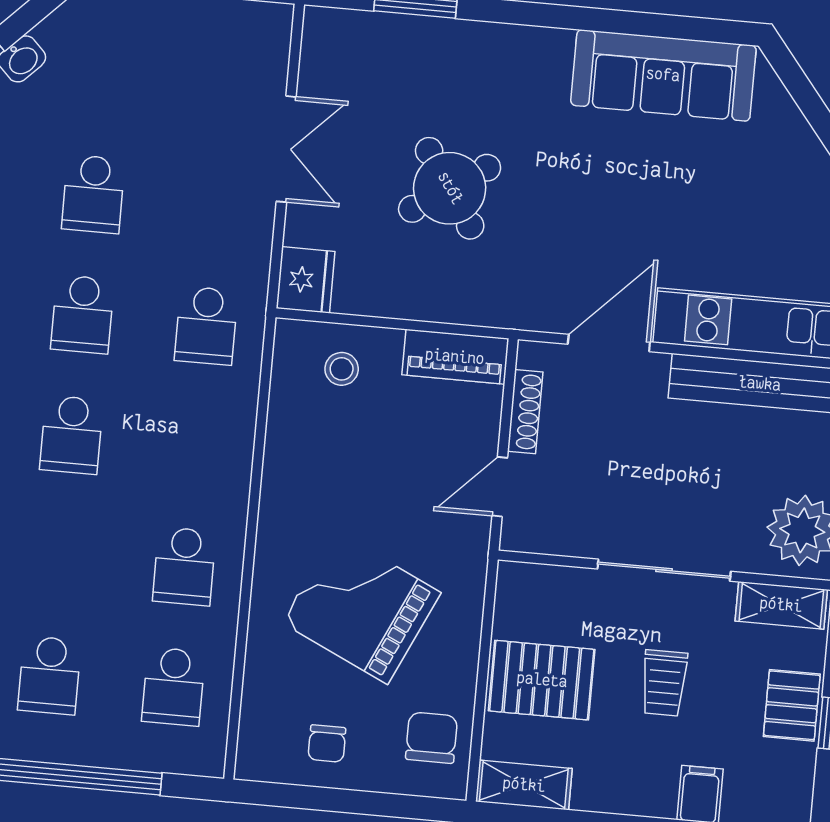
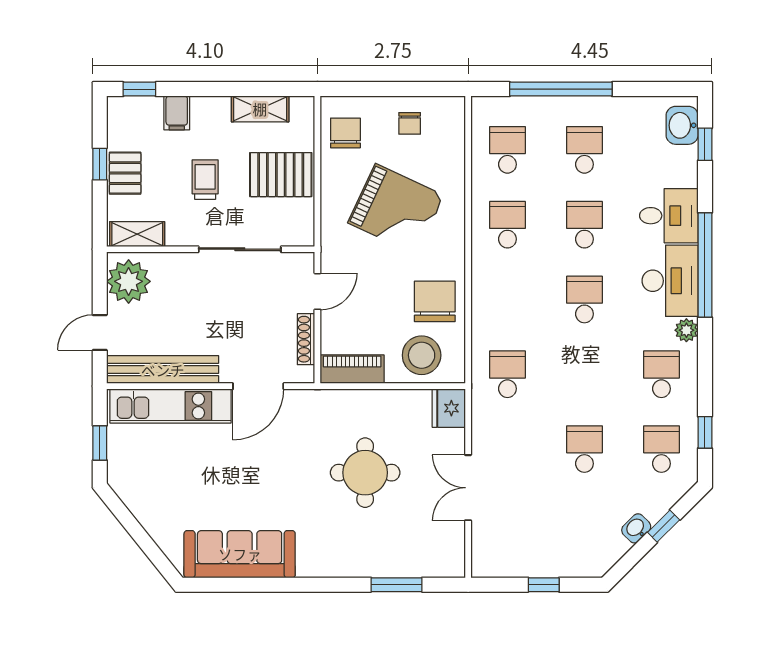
round table: (450, 188) -> (365, 473), turned 34
school desk: (82, 314) -> (584, 225), moved
stool: (342, 369) -> (422, 355), width x1.89, depth x1.89
chair: (312, 454) -> (435, 301), added
sliding door: (664, 570) -> (240, 249), moved
chair: (432, 738) -> (345, 133), turned 180
chair: (327, 744) -> (410, 123), turned 180
shelving: (524, 785) -> (260, 109), moved

